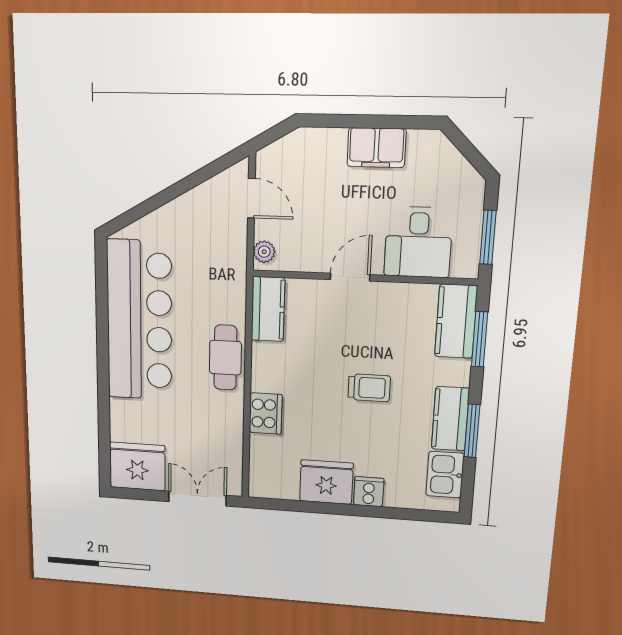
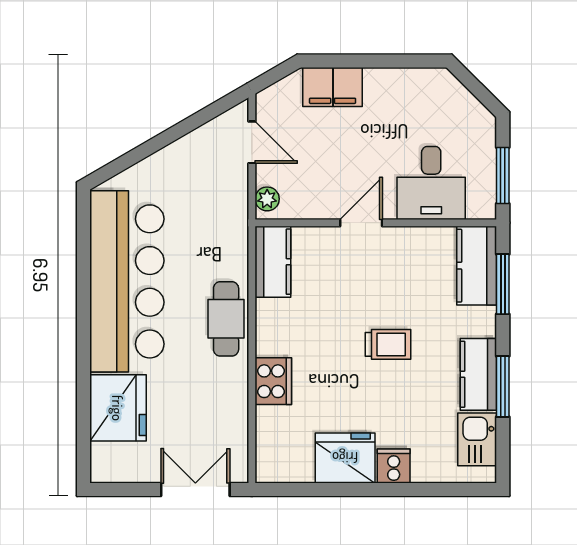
filing cabinet: (376, 148) -> (333, 87), moved
fridge: (137, 466) -> (118, 408), moved, turned 90

